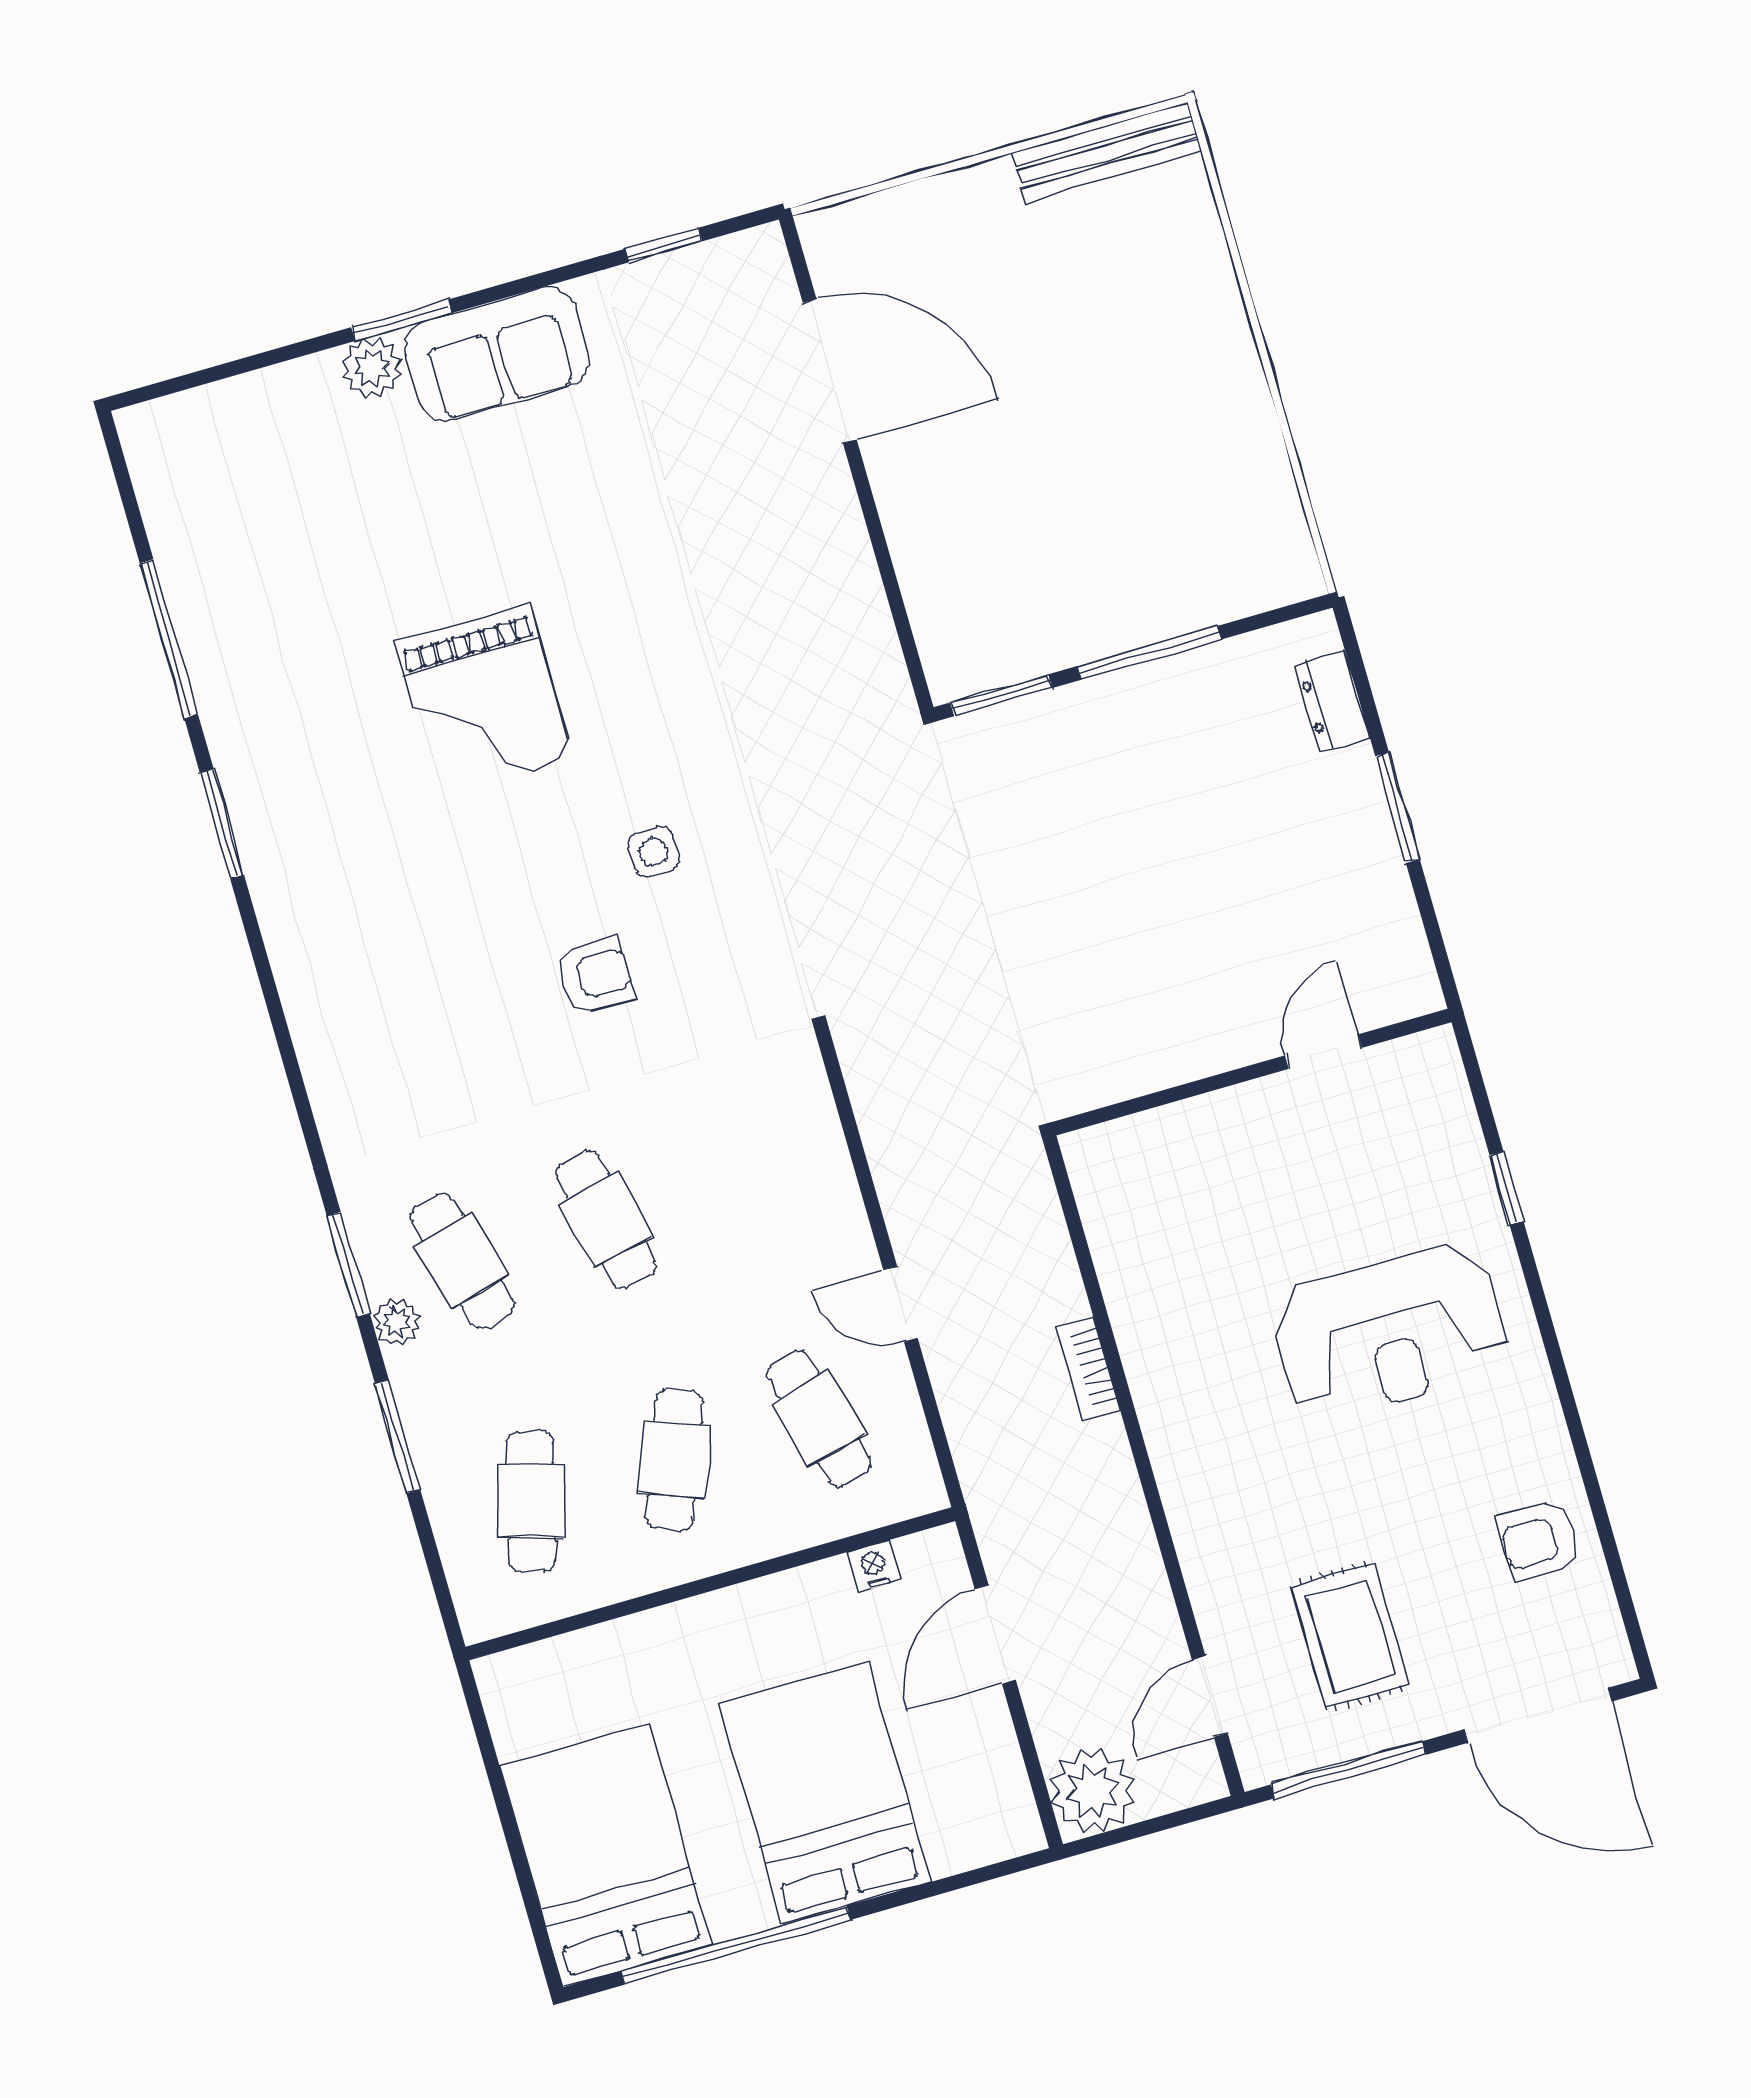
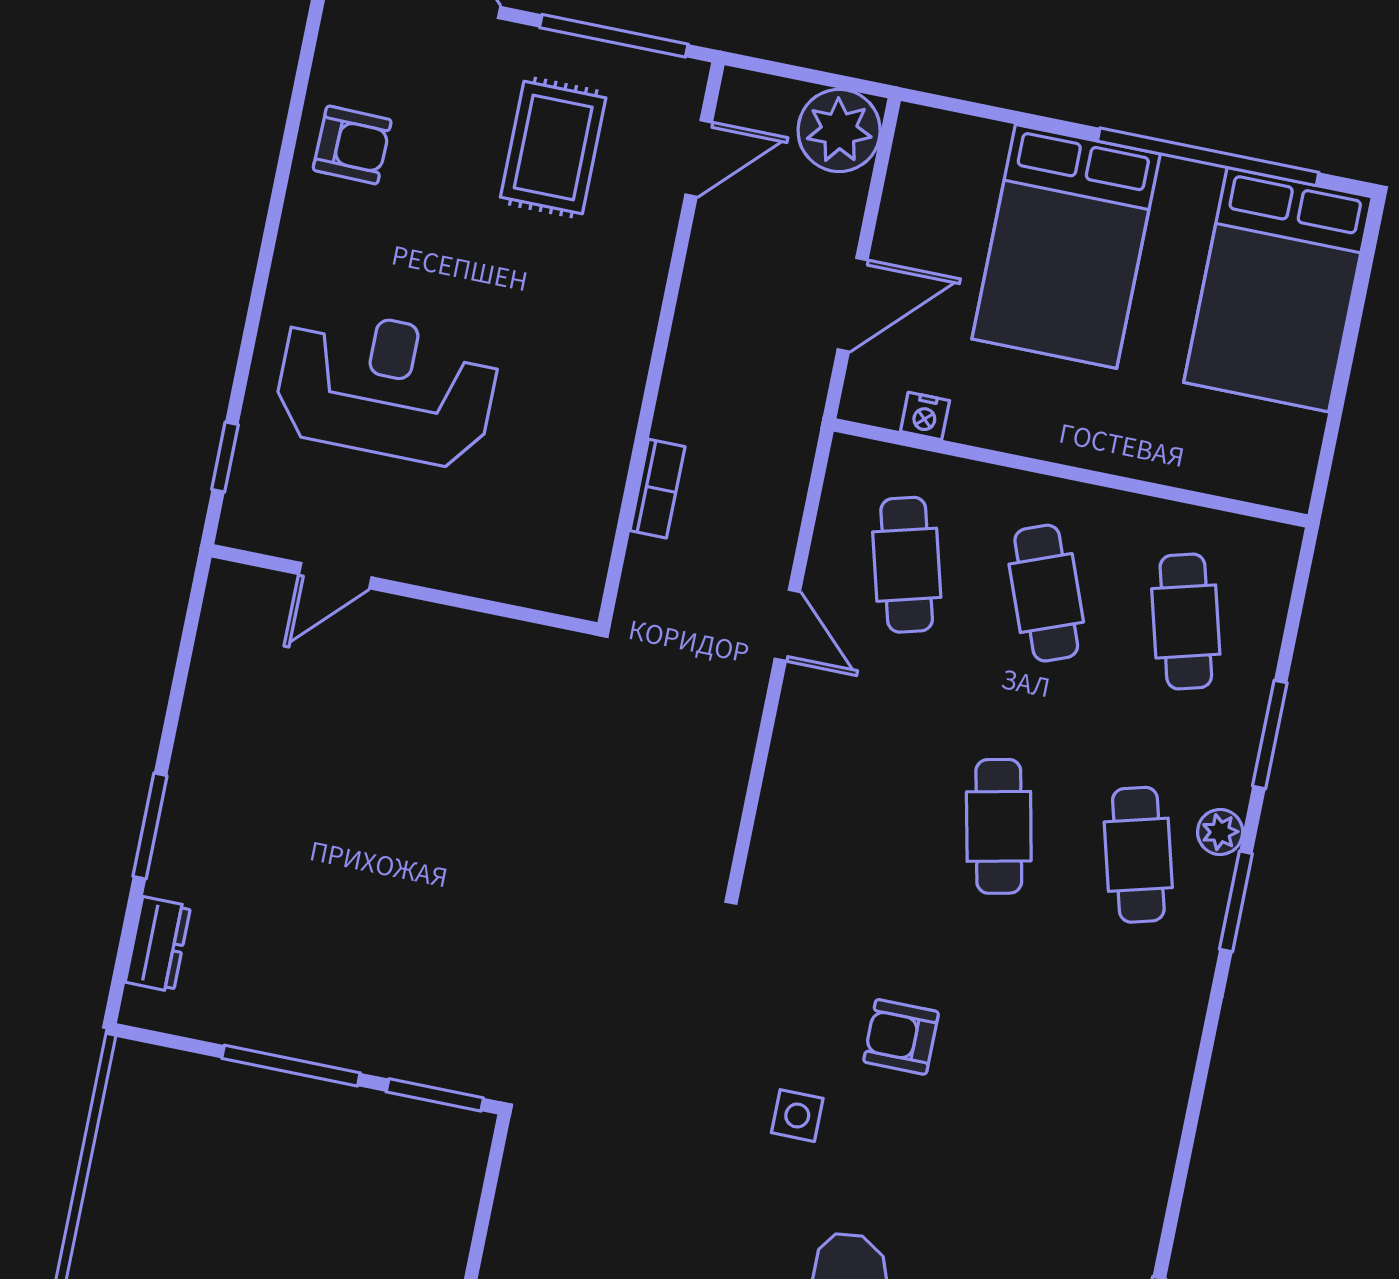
door: (1323, 1052) -> (335, 576), moved
wall: (1252, 1072) -> (404, 590), moved
cafe table: (675, 1460) -> (1046, 593), turned -42
cafe table: (531, 1501) -> (1186, 621), turned -30

